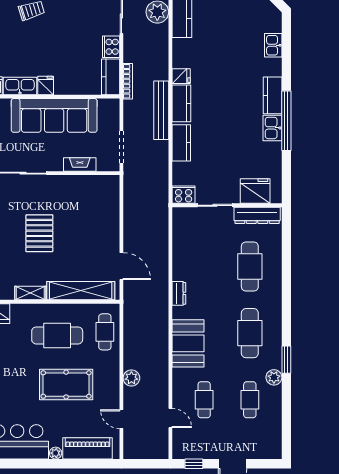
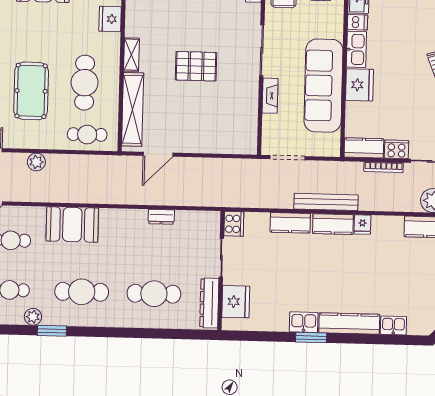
bookcase: (128, 81) -> (384, 167), moved
fridge: (46, 85) -> (359, 85), width x1.88, depth x1.34
kitchen counter: (273, 95) -> (349, 323), width x1.50
window: (286, 121) -> (311, 338), width x0.47
fireplace: (80, 164) -> (270, 96), moved
dresser: (179, 293) -> (161, 217), moved

